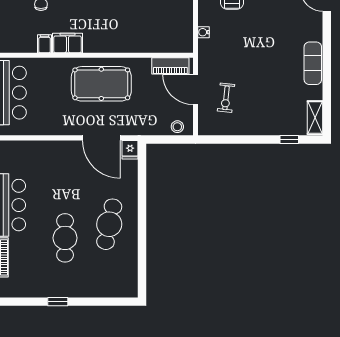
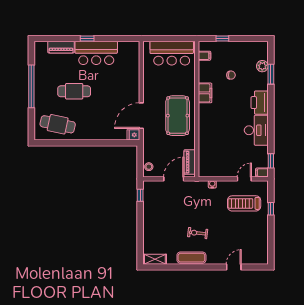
filing cabinet: (45, 44) -> (205, 56), moved
exercise bike: (226, 98) -> (198, 233), moved
window: (289, 139) -> (140, 195), moved
cafe table: (109, 224) -> (58, 124), moved
window: (58, 302) -> (31, 86), width x3.17

